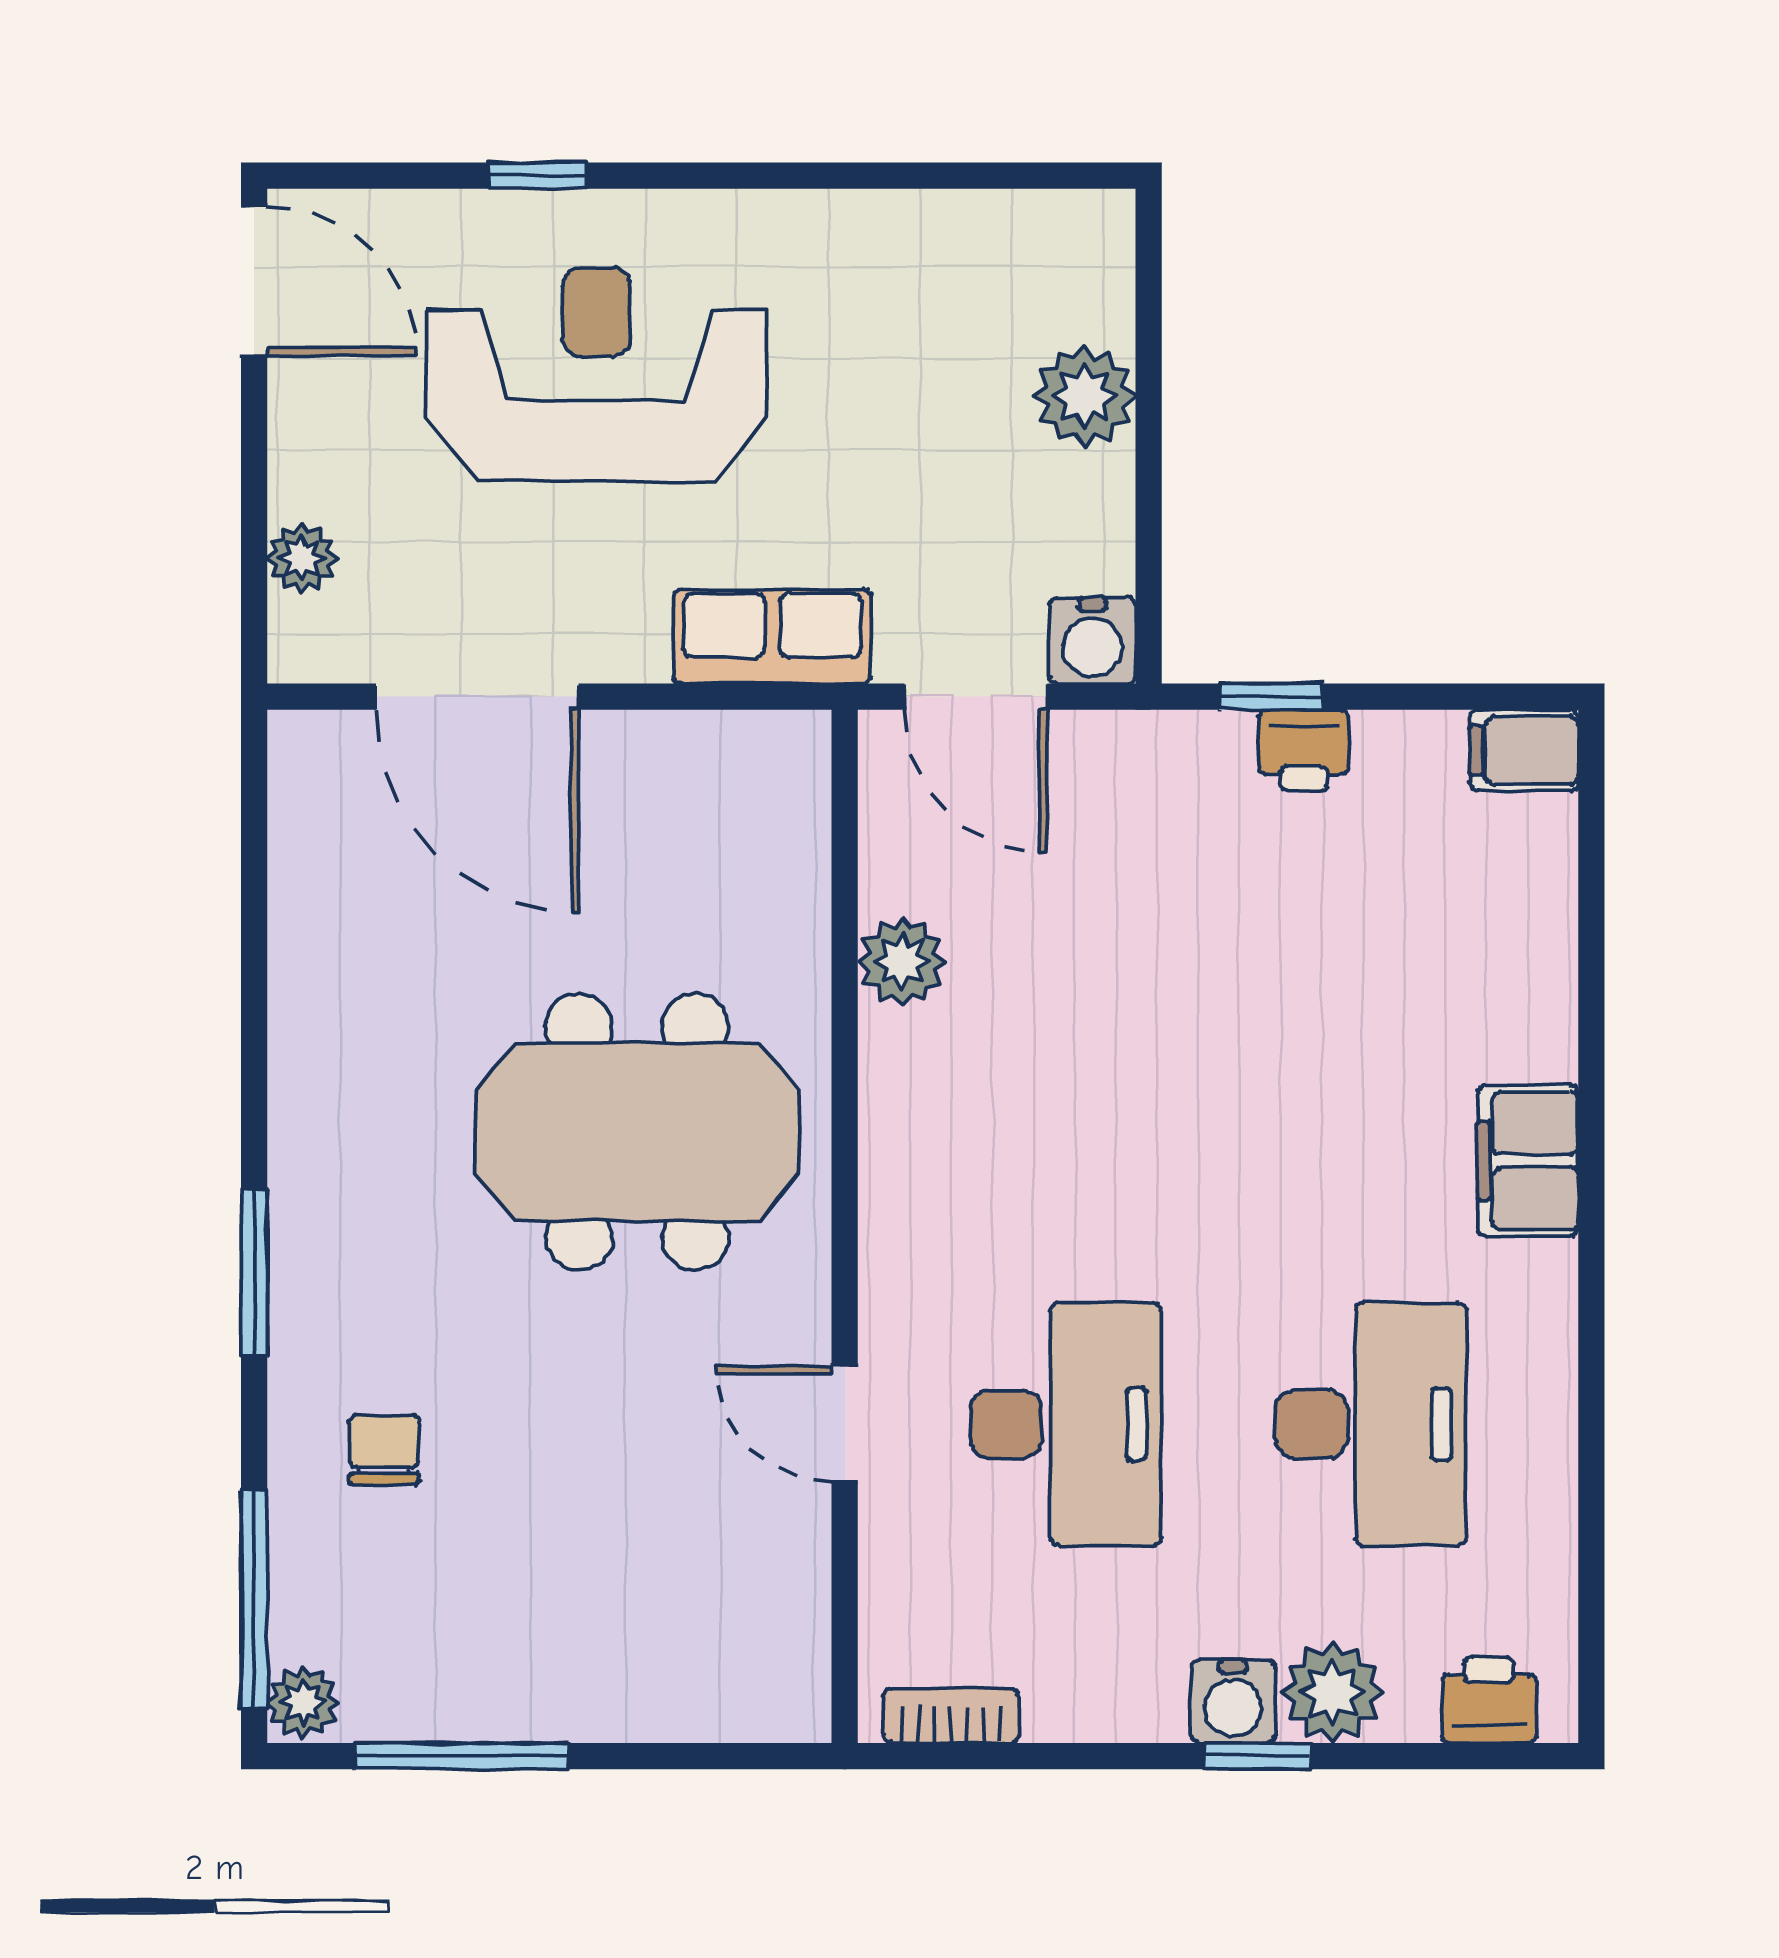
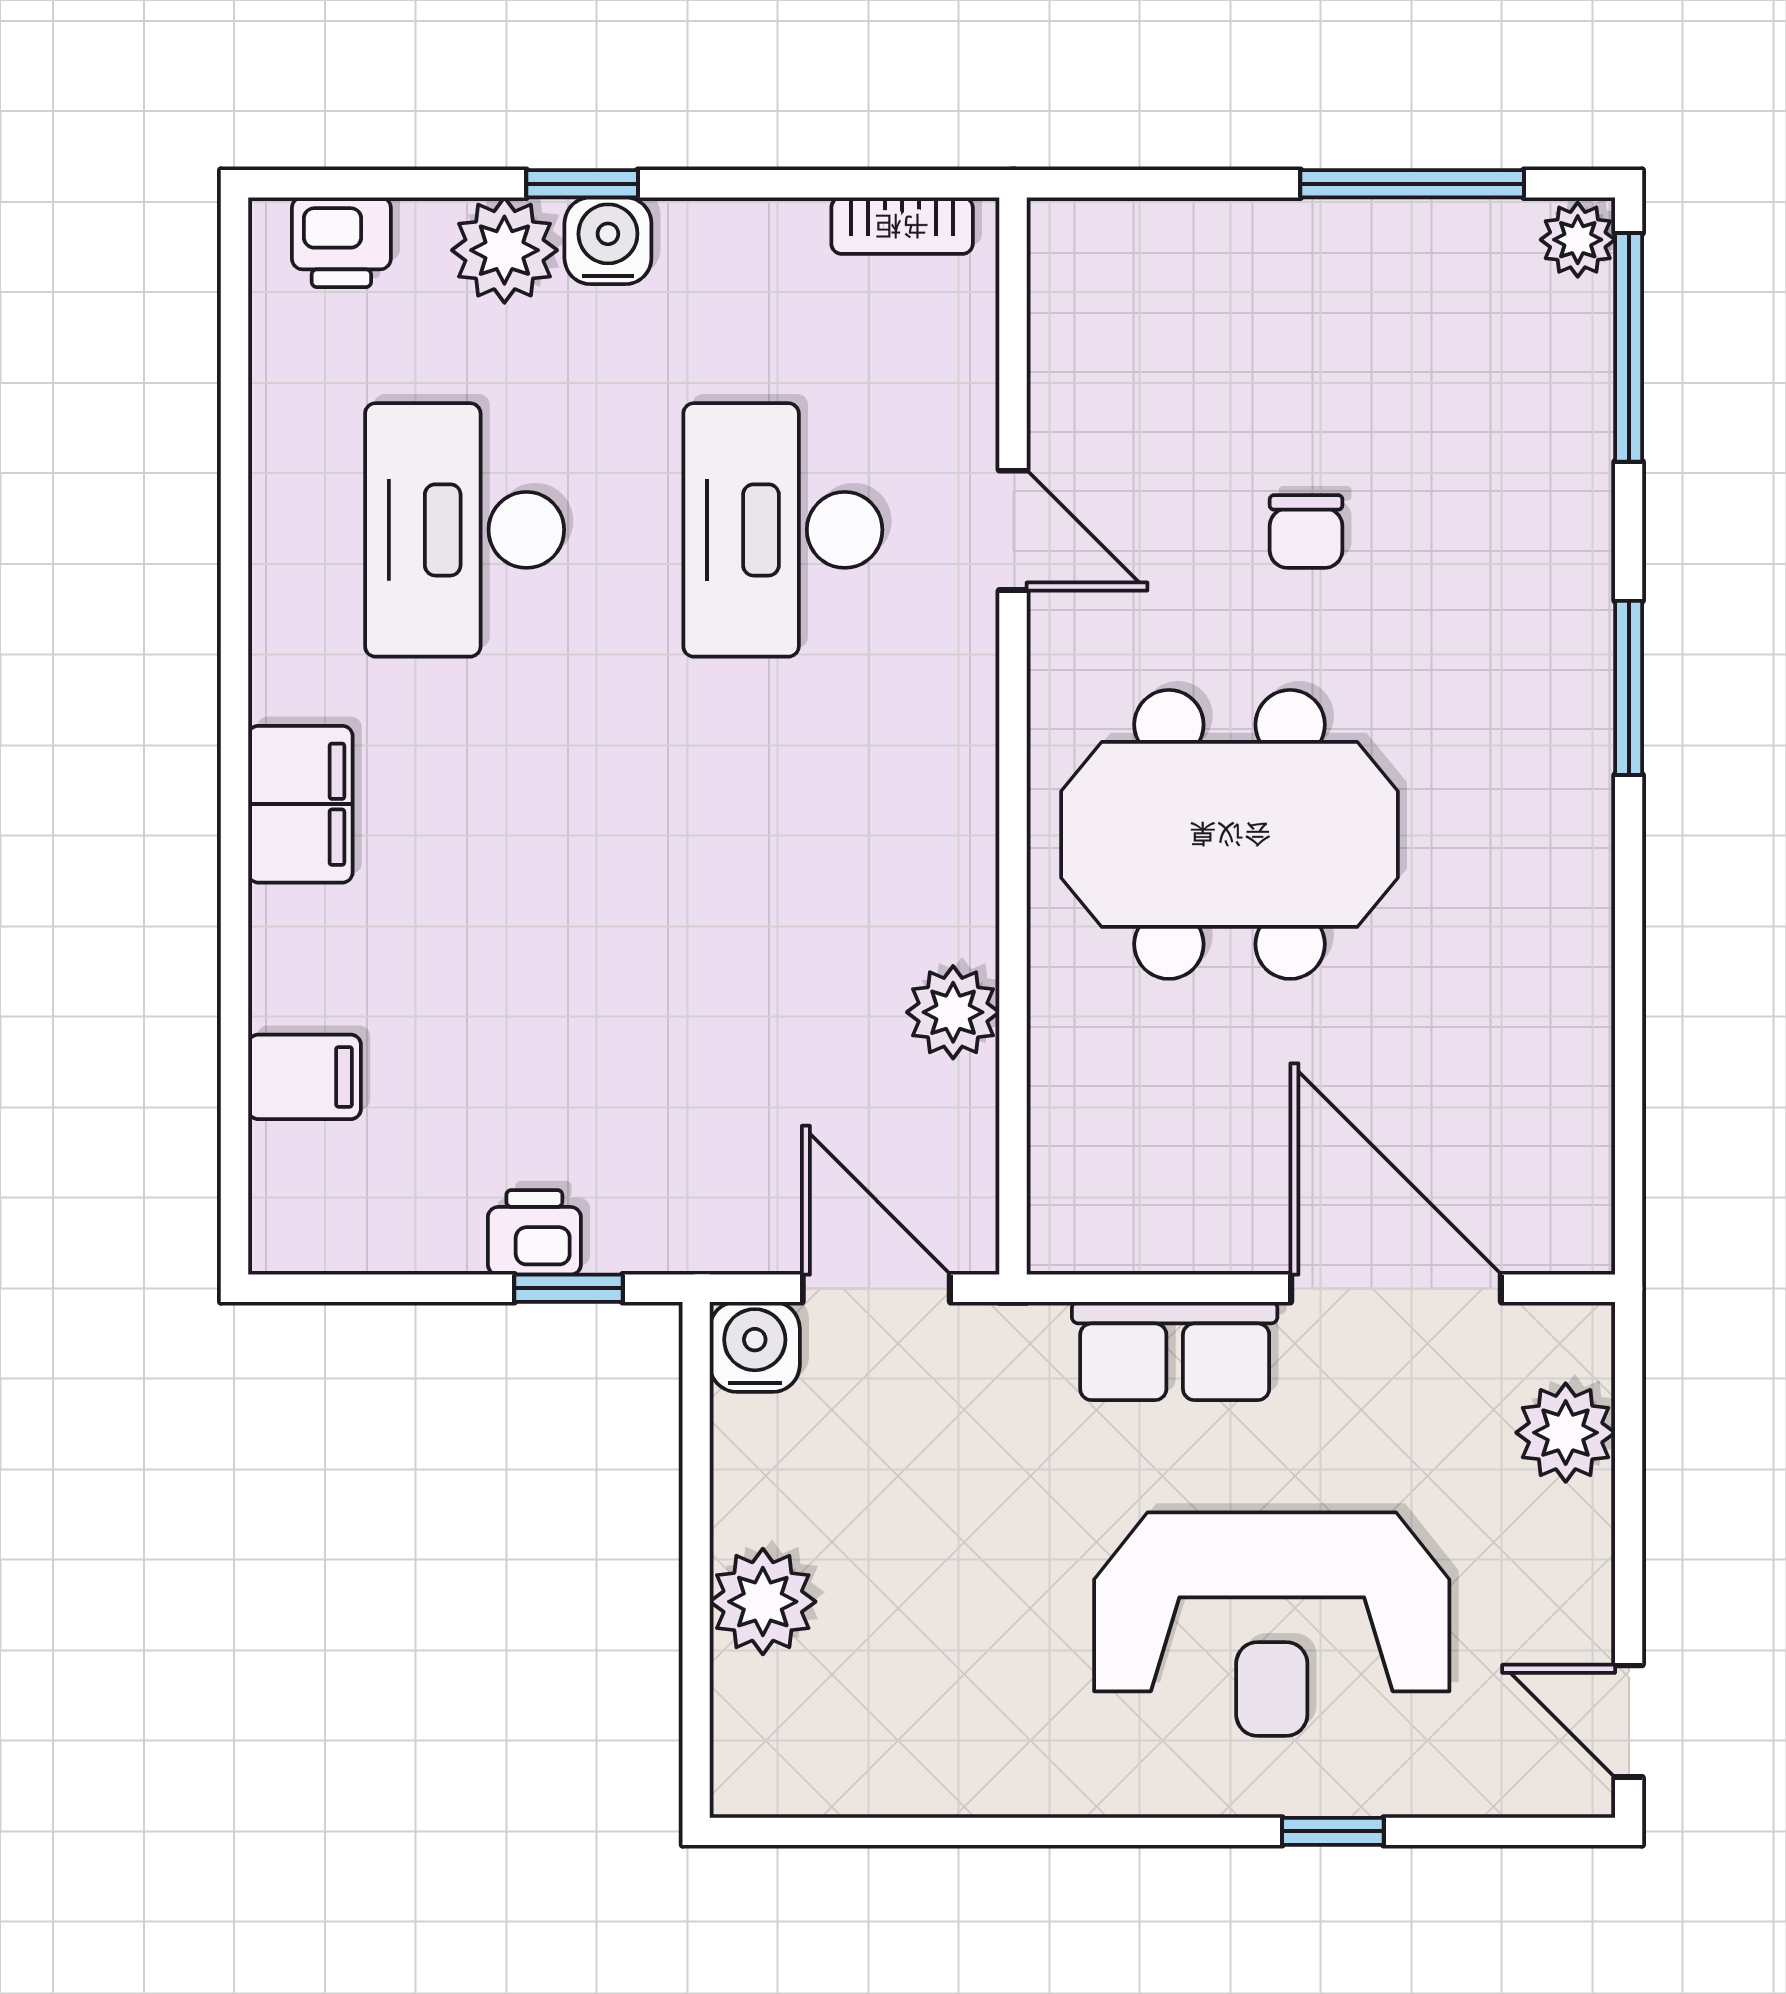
door: (254, 281) -> (1629, 1721), width x0.73
plant: (302, 558) -> (1566, 1433), width x1.38, depth x1.38
row of seats: (772, 636) -> (1175, 1351), moved
filing cabinet: (1524, 750) -> (305, 1077), moved
chair: (384, 1450) -> (1306, 532), moved

